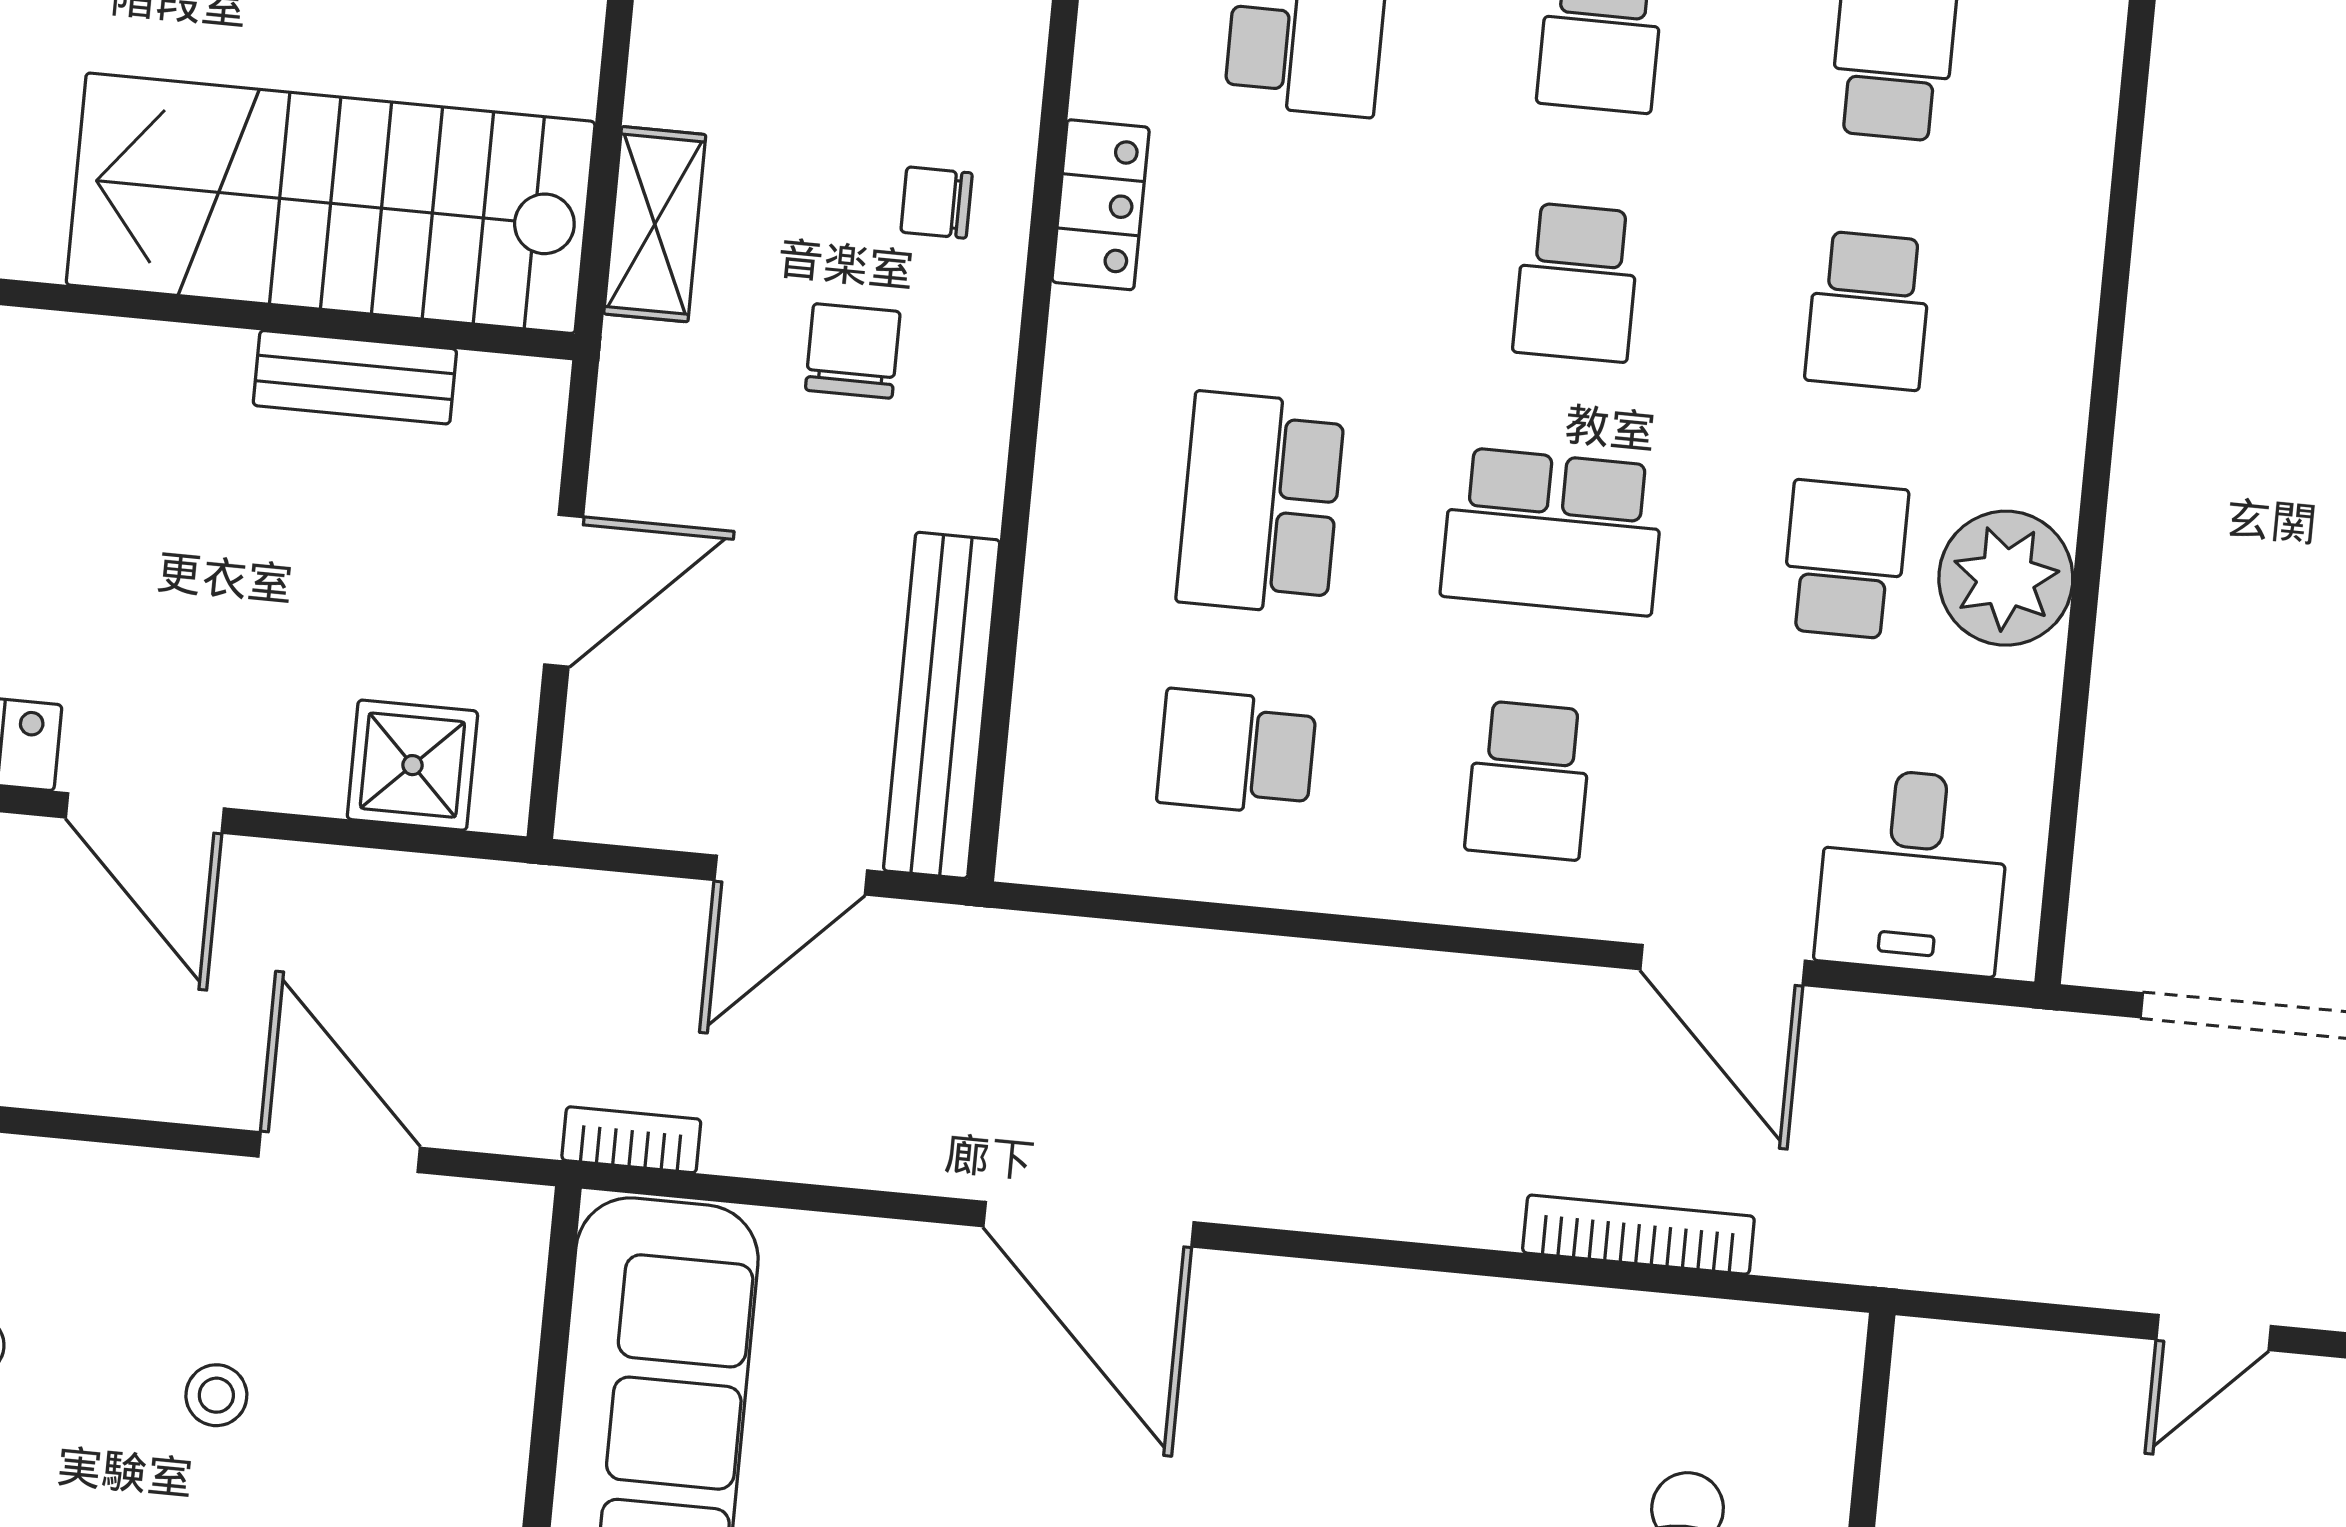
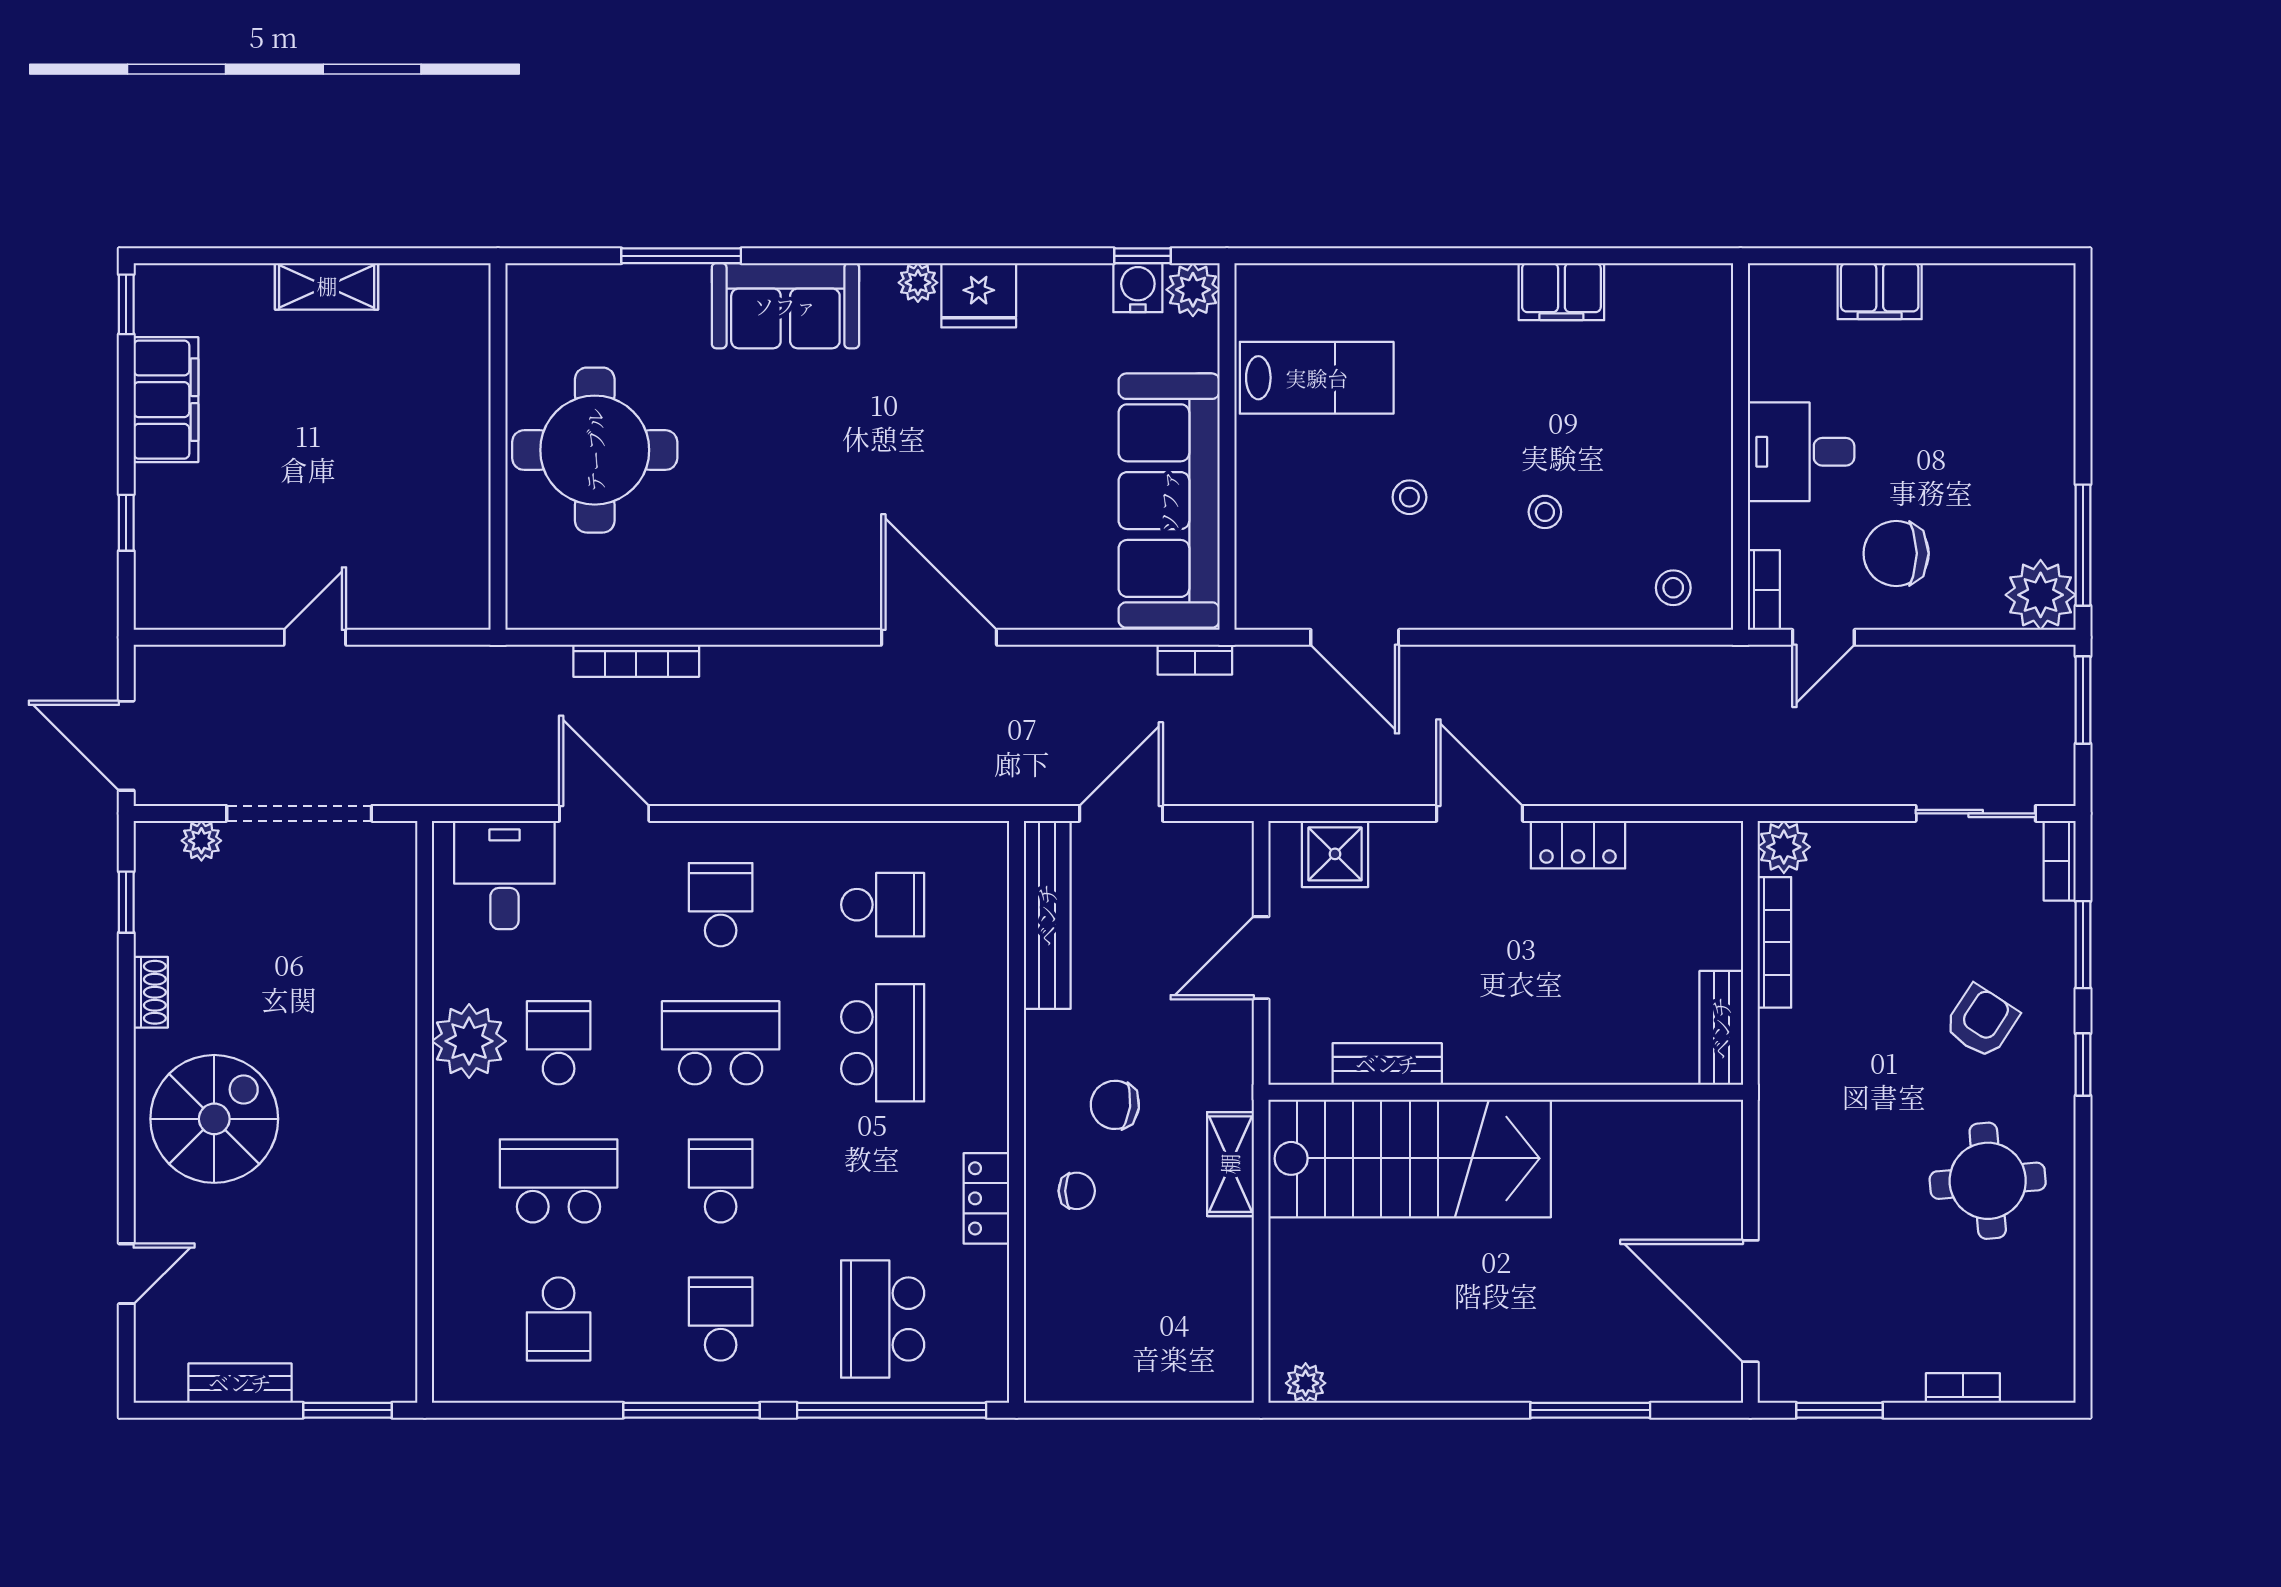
school desk: (1869, 311) -> (559, 1181), width x1.85
chair: (853, 351) -> (1115, 1105), turned 97
school desk: (1845, 559) -> (559, 1043), turned 180

